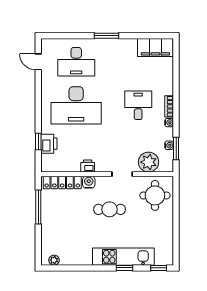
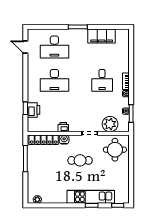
filing cabinet: (155, 48) -> (102, 36), moved
desk: (76, 105) -> (54, 80), width x0.73, depth x0.77
desk: (138, 105) -> (102, 80), turned 180

